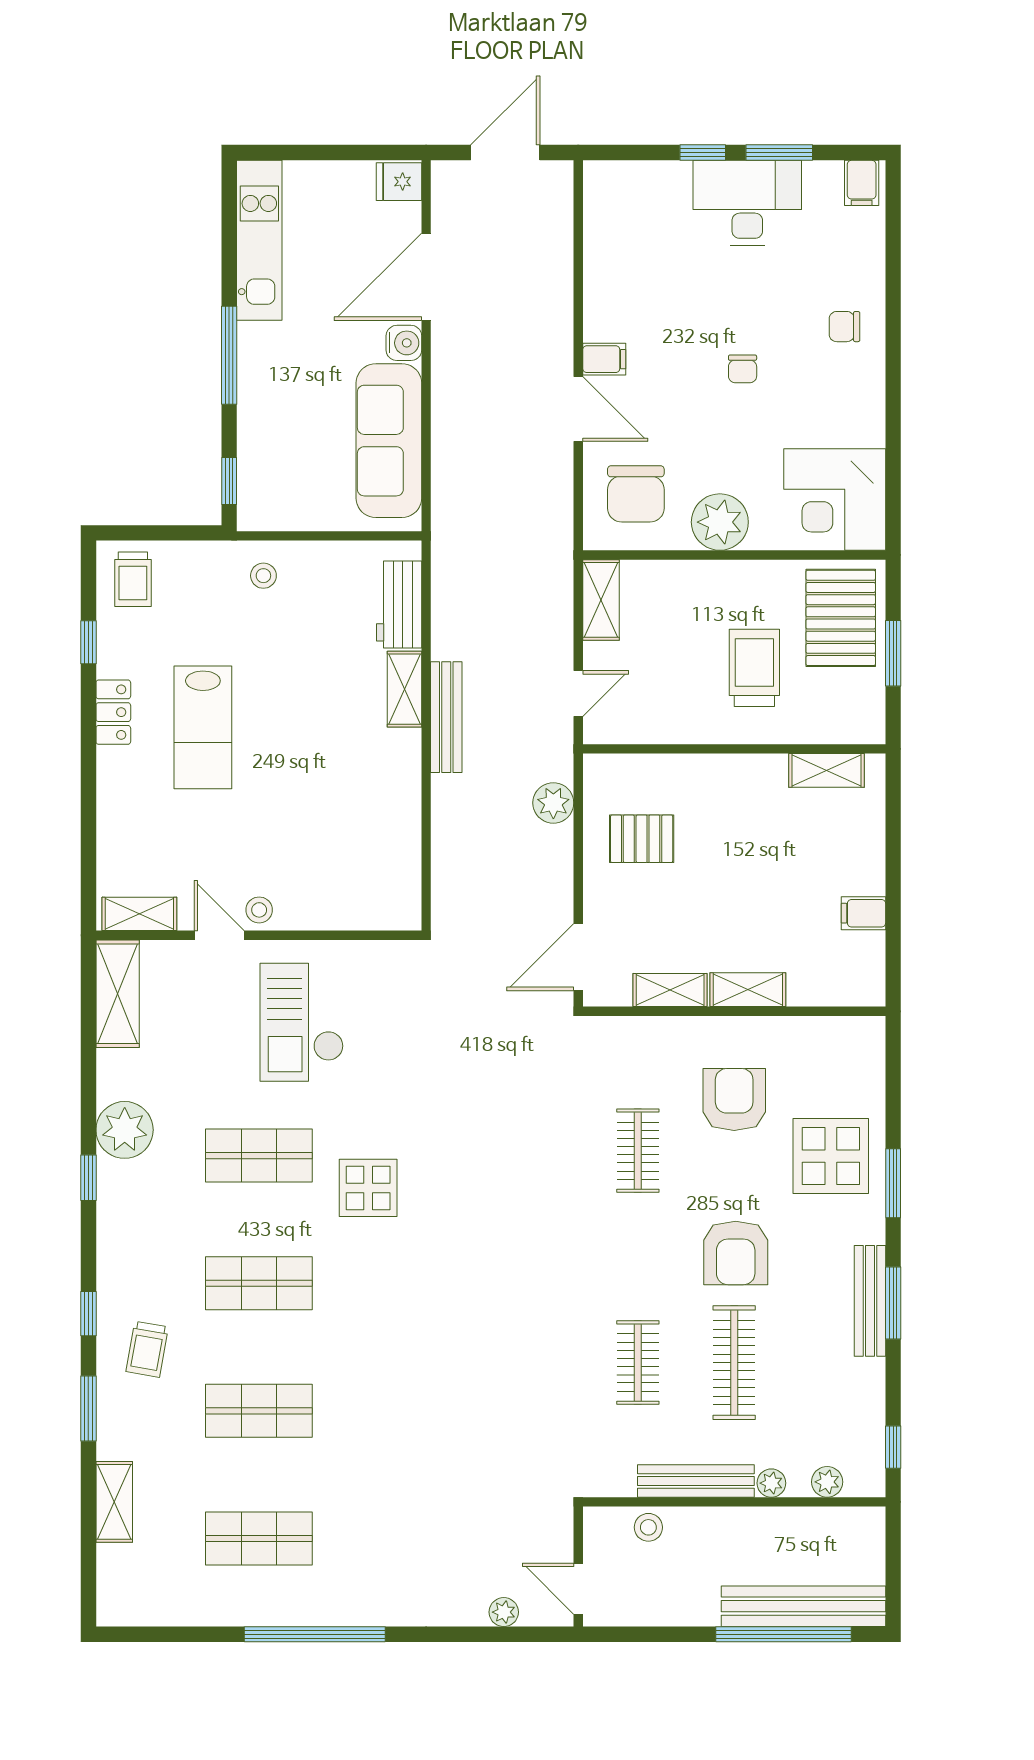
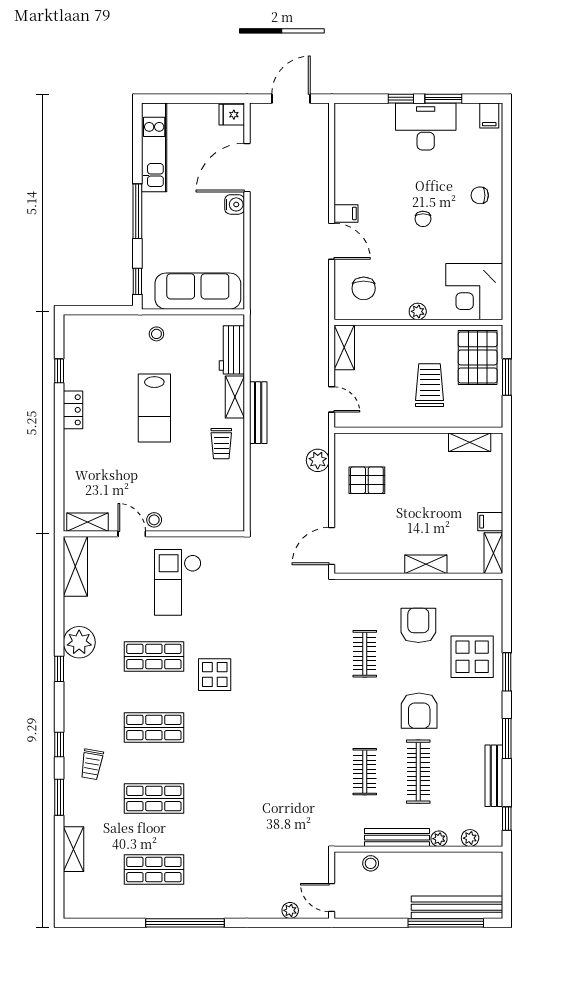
sofa: (389, 441) -> (198, 291), moved, turned 90
chair: (636, 494) -> (364, 288), width x0.73, depth x0.73
plant: (720, 522) -> (418, 311), width x0.53, depth x0.53
trolley: (133, 579) -> (221, 444), moved
door: (578, 694) -> (332, 399), hinge flipped
lab bench: (203, 727) -> (154, 408), moved
shelving: (670, 990) -> (493, 553), moved, turned 90
bench: (870, 1301) -> (494, 776), moved

